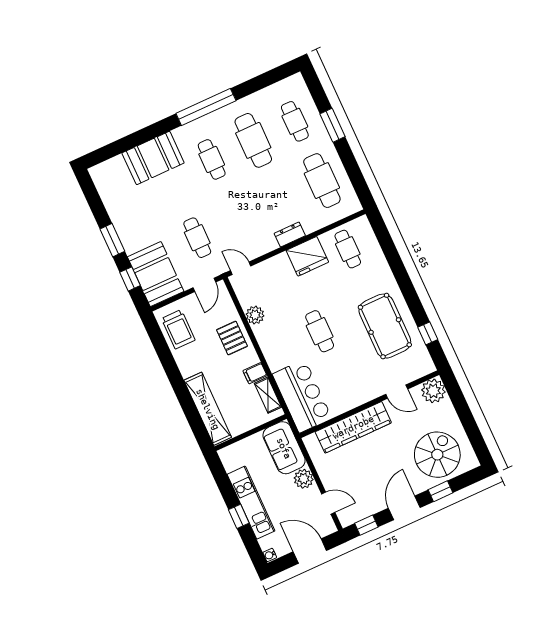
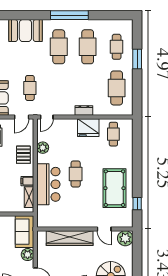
cafe table: (212, 159) -> (59, 47), width x1.37, depth x1.35
door: (241, 268) -> (47, 117), swing flipped
bar counter: (302, 396) -> (48, 184), moved

